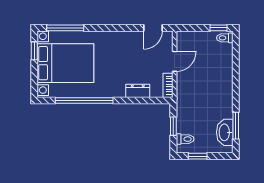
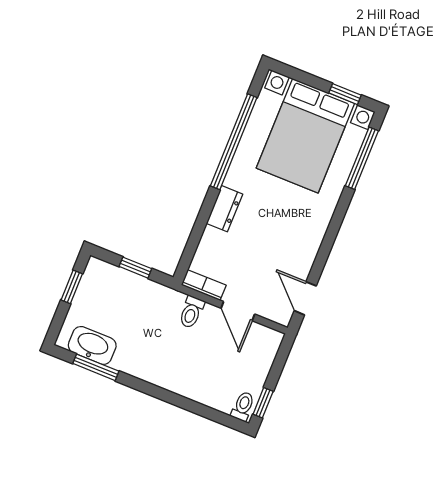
dresser: (138, 91) -> (224, 209), moved
toilet: (185, 139) -> (191, 312), moved

